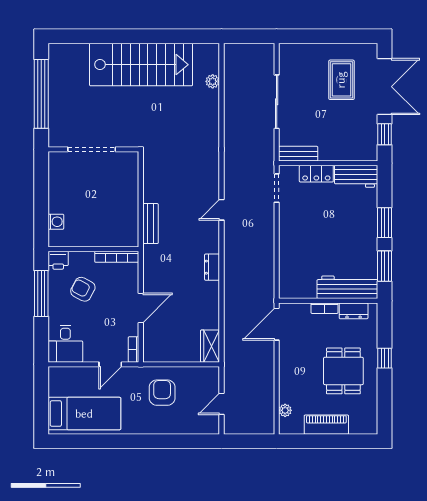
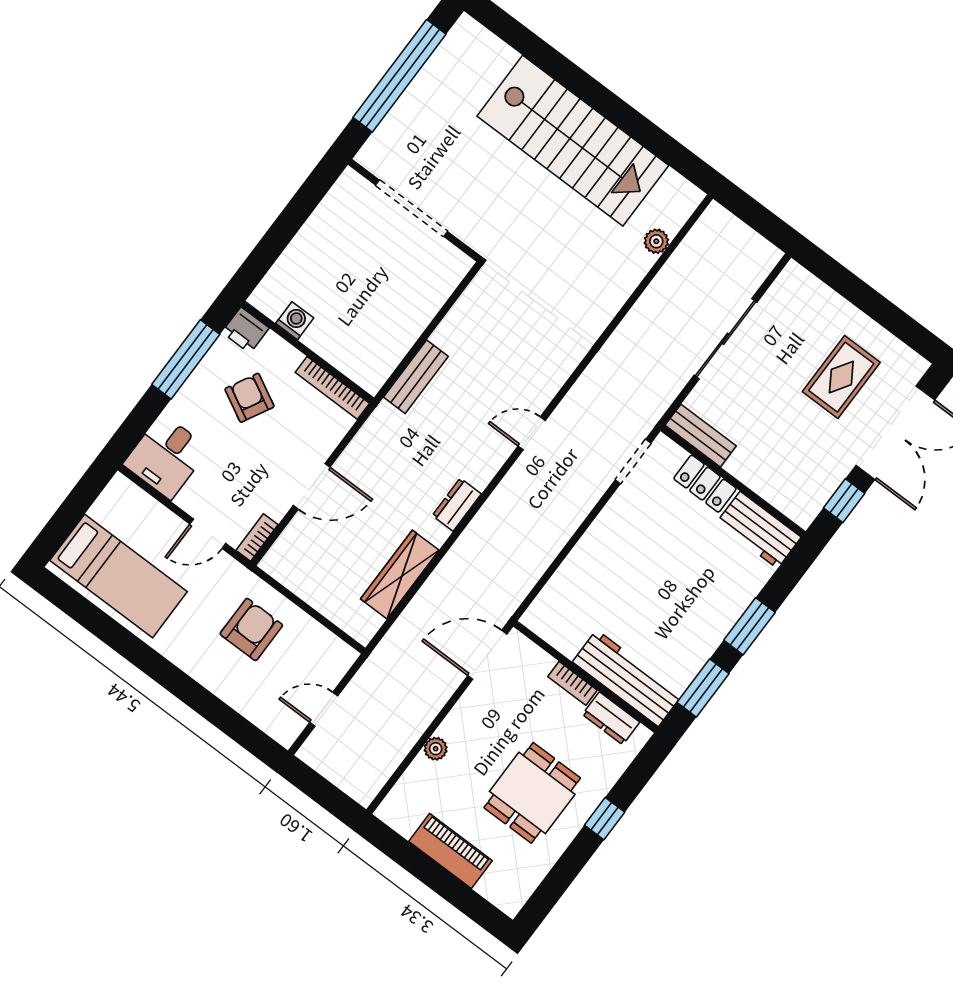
washing machine: (56, 222) -> (295, 321), moved, turned -90
wardrobe: (210, 346) -> (400, 575), moved, width x1.50
plant: (285, 410) -> (436, 749), moved

